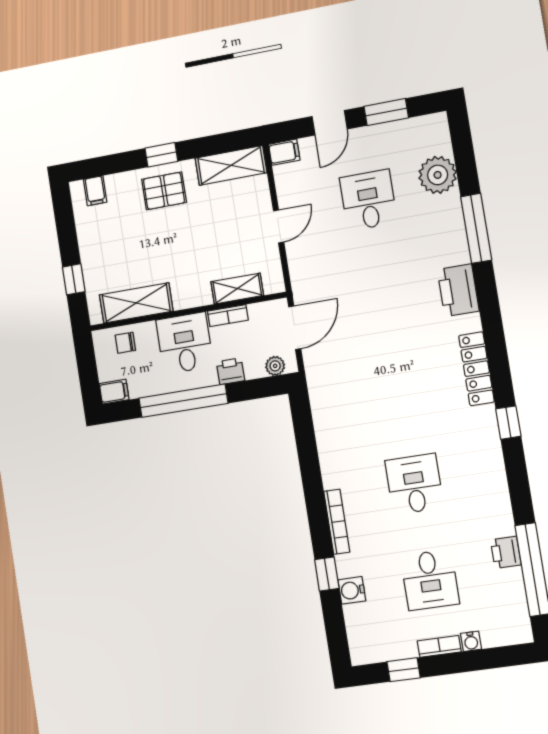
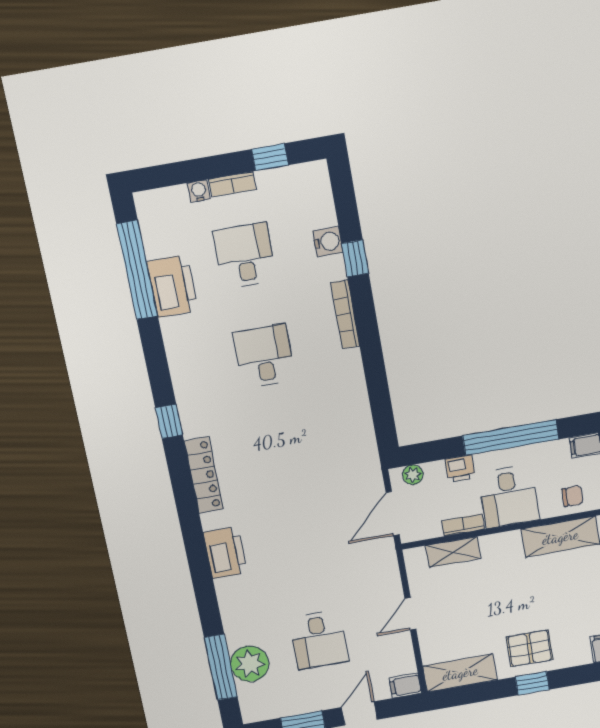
window: (476, 228) -> (221, 667), moved
desk: (414, 484) -> (264, 356), turned 180
printer: (506, 552) -> (173, 286), width x1.87, depth x1.48

